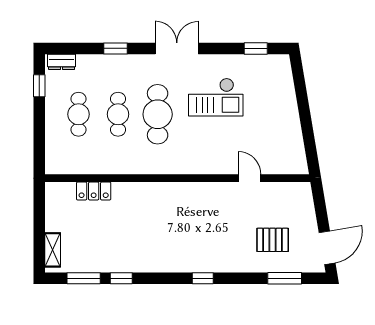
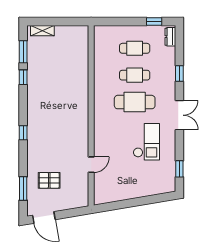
checkout: (216, 97) -> (146, 142), turned 180
locker: (94, 191) -> (82, 59), removed
pallet: (273, 240) -> (49, 180), turned 90

